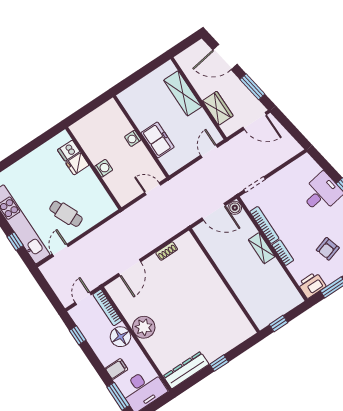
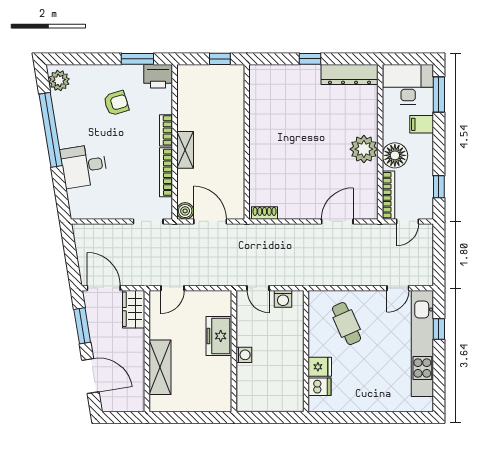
wardrobe: (218, 108) -> (134, 309), moved
washing machine: (104, 168) -> (283, 299), moved, turned -90
cafe table: (66, 214) -> (347, 324), moved
shoe rack: (167, 251) -> (265, 213), moved

